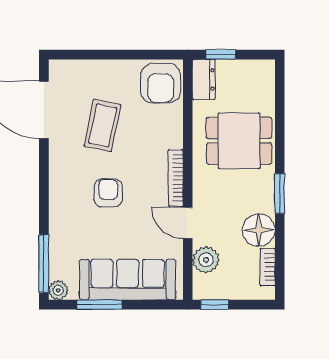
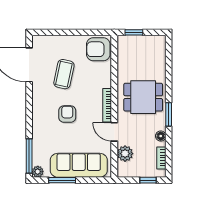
dresser: (204, 79) -> (124, 47), removed
armchair: (161, 83) -> (98, 49), turned 90
dining table: (239, 141) -> (143, 97), moved
floor lamp: (259, 230) -> (161, 136), width x0.53, depth x0.53
window: (215, 305) -> (148, 180), moved

